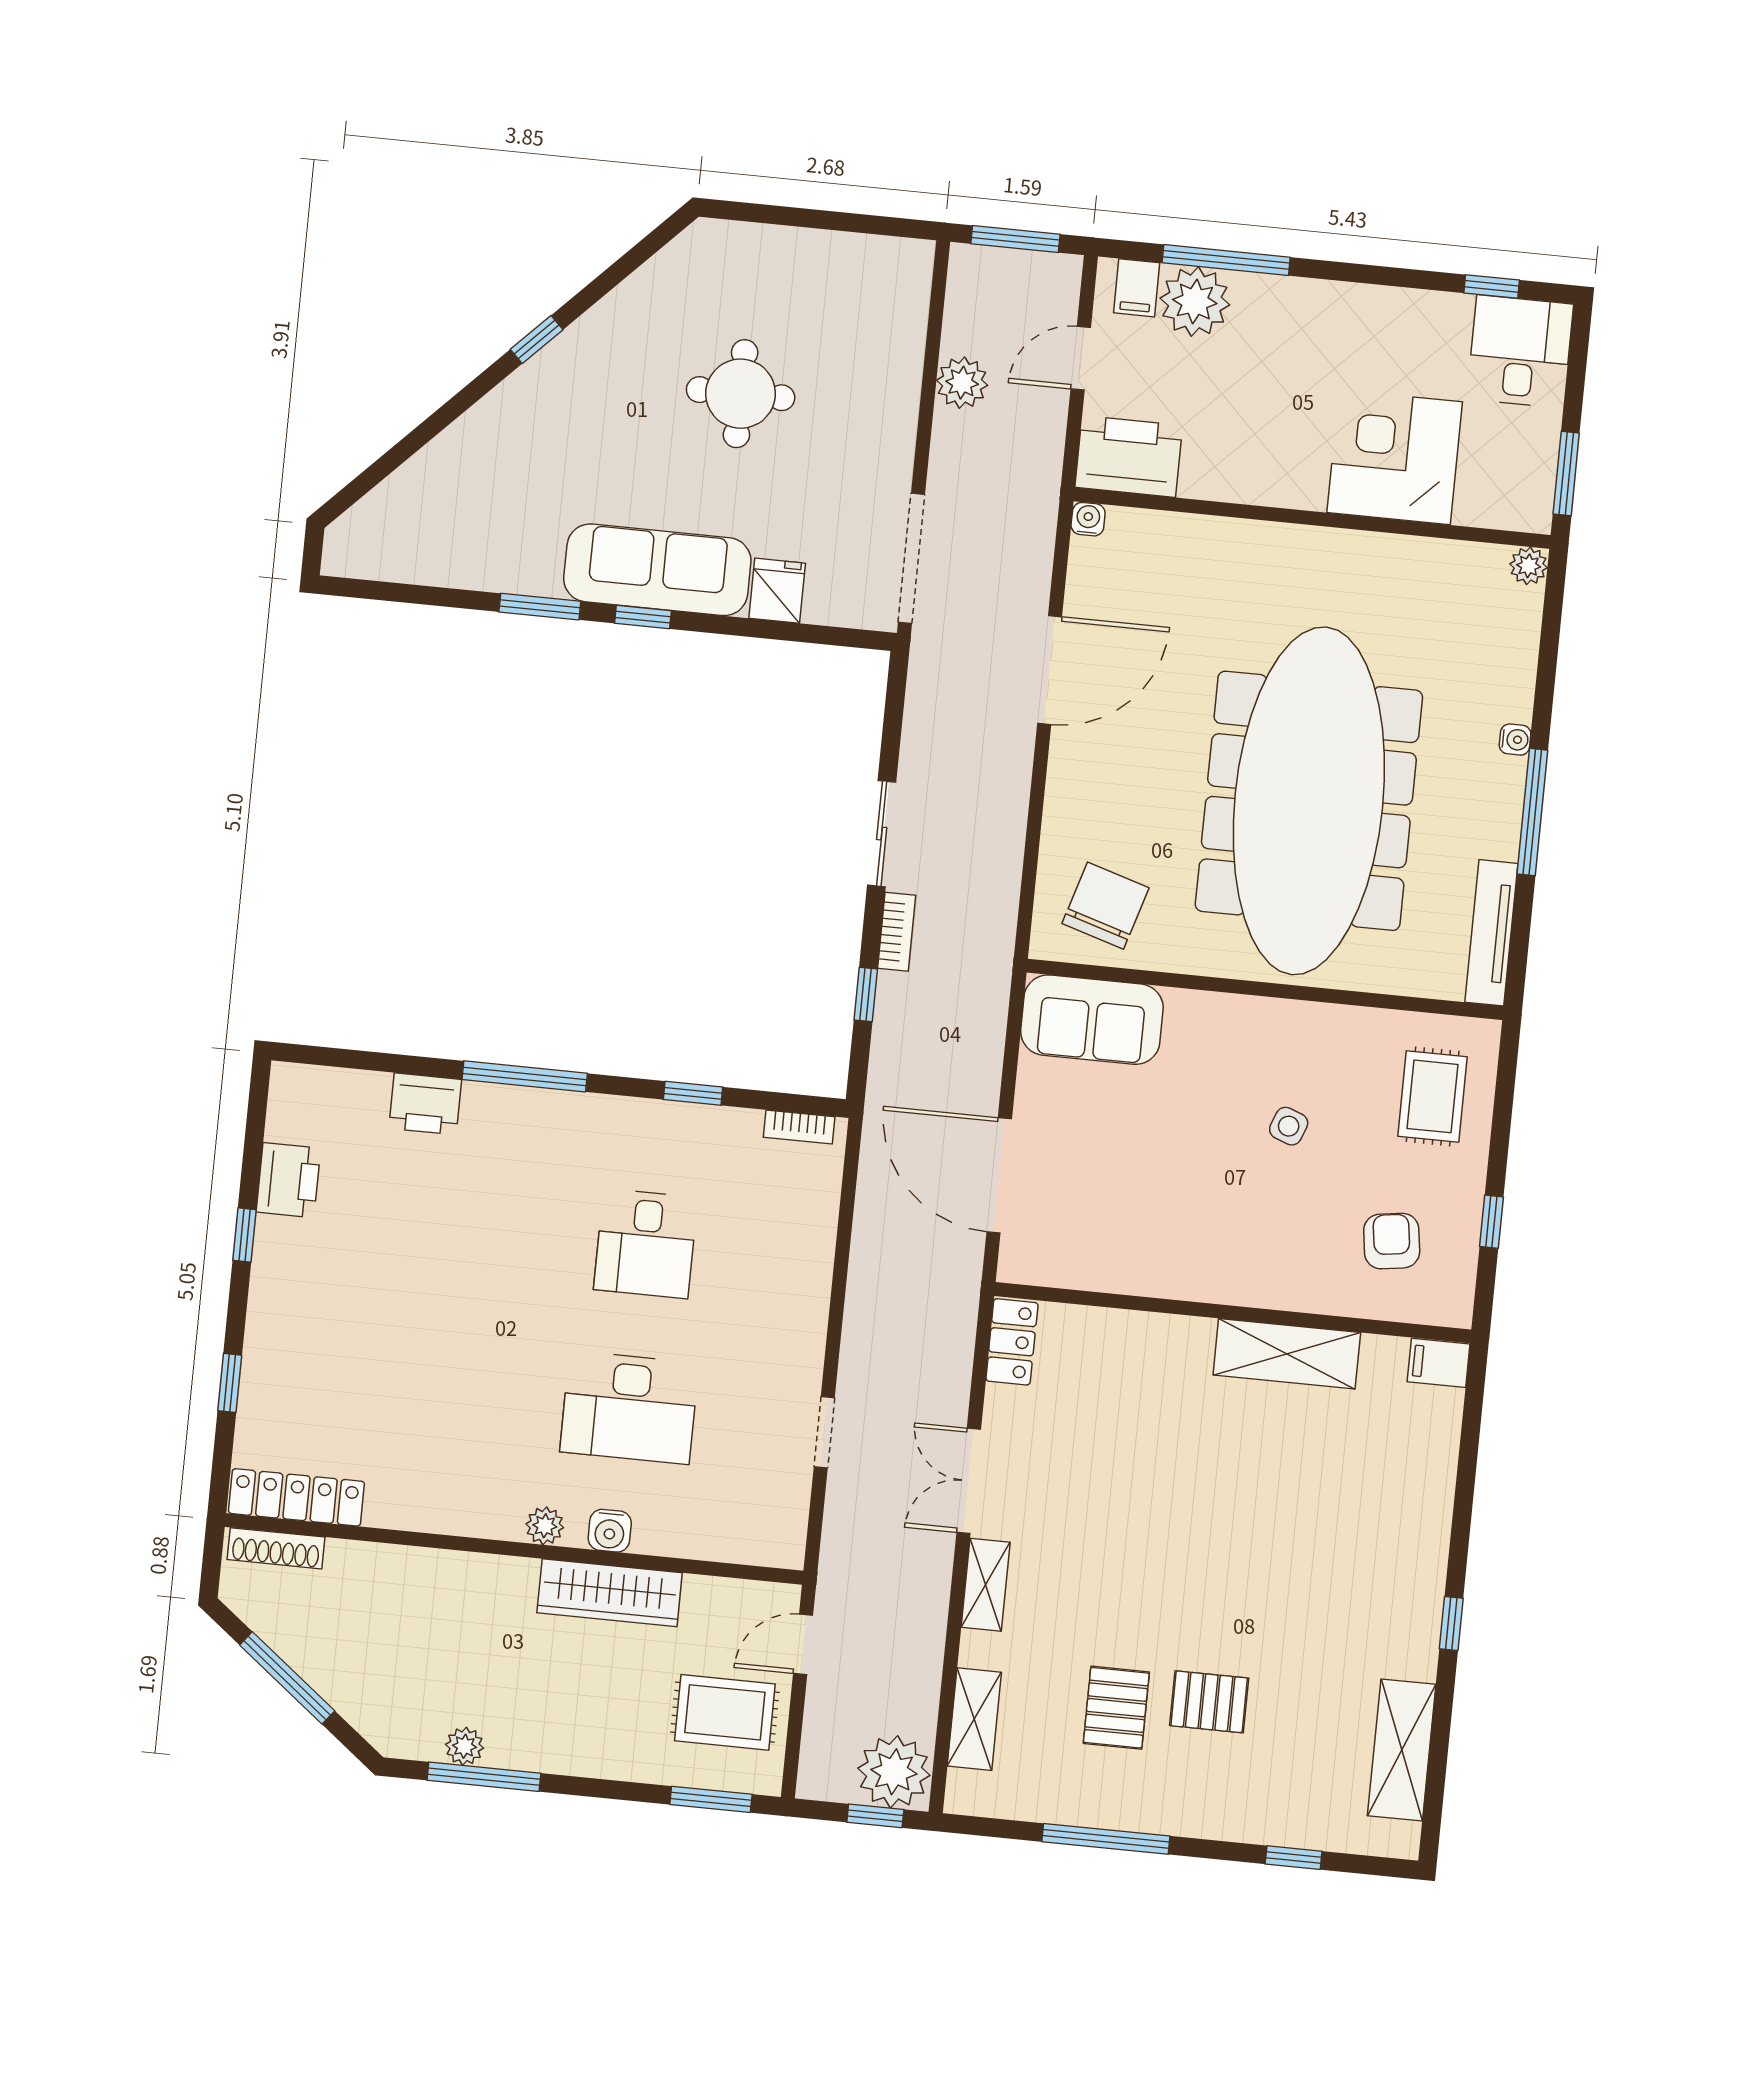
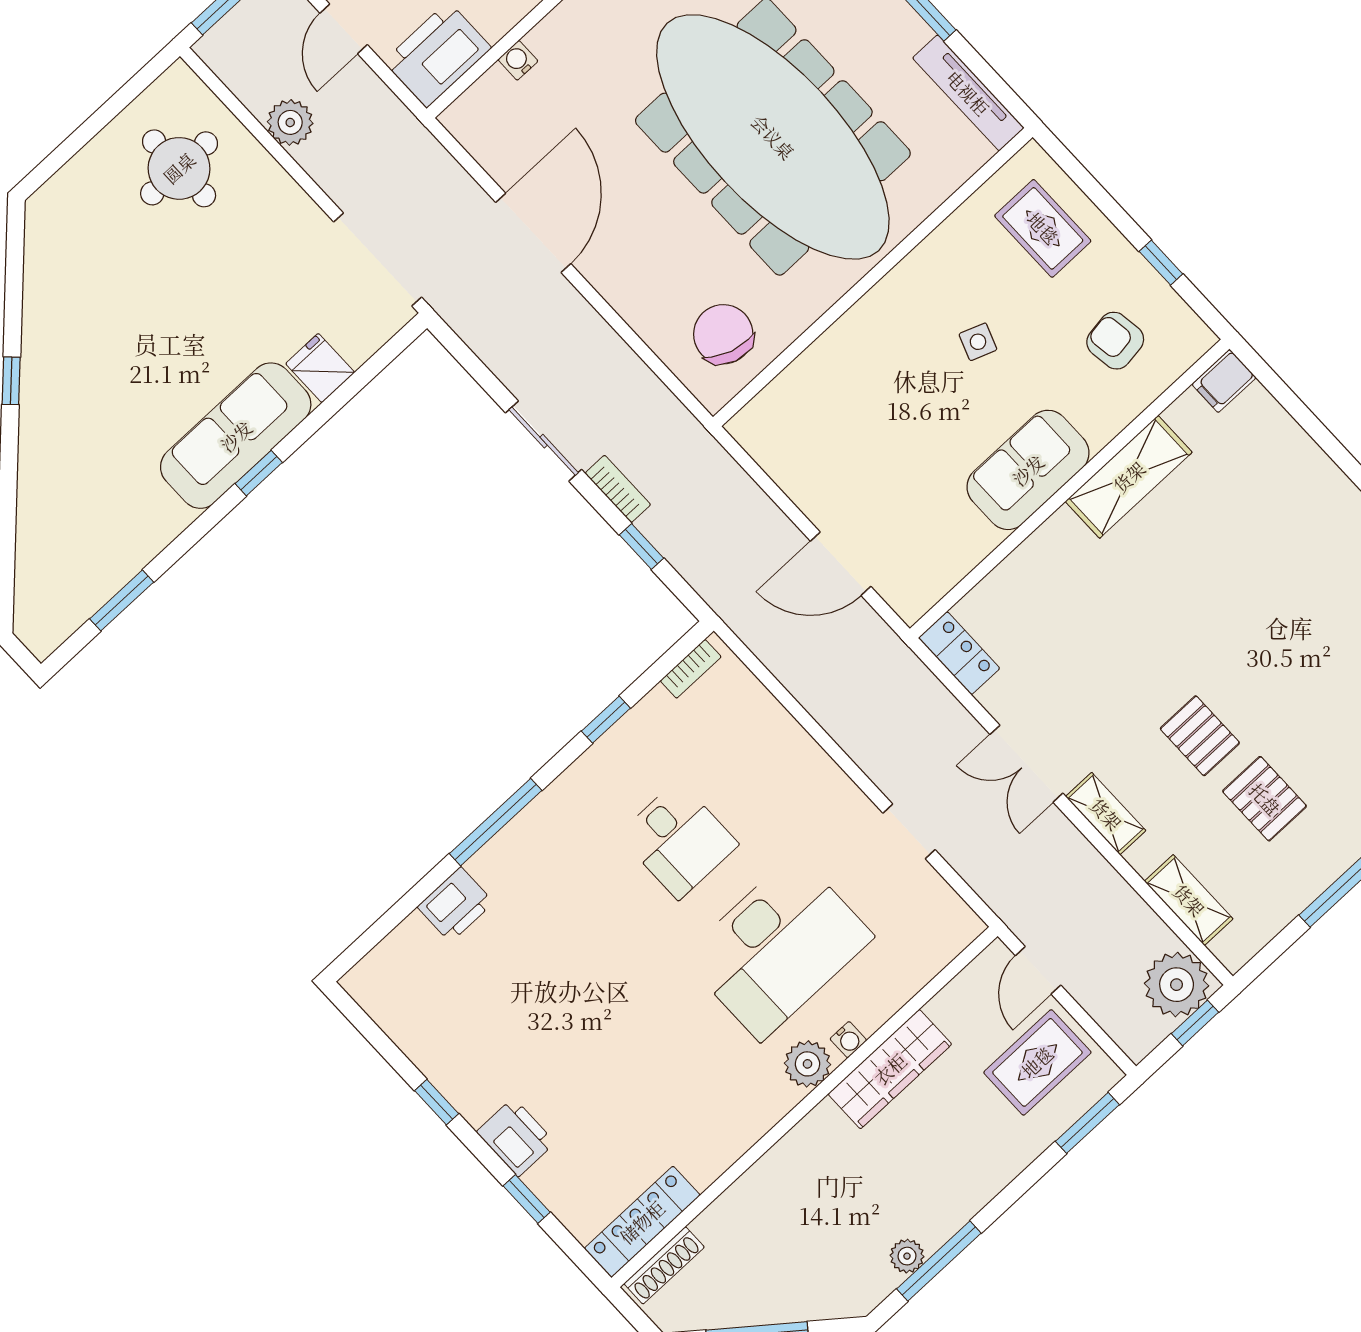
round table: (741, 394) -> (179, 168), moved
water cooler: (1088, 519) -> (518, 60), moved
window: (540, 607) -> (122, 600), moved
sofa: (1092, 1020) -> (1028, 470), moved, turned 180
door: (999, 1175) -> (841, 564), width x0.73
printer: (288, 1180) -> (516, 1137), moved
desk: (629, 1408) -> (778, 947), width x1.36, depth x1.30
plant: (545, 1526) -> (807, 1064), width x1.38, depth x1.38
water cooler: (610, 1531) -> (848, 1040), width x0.72, depth x0.72
pallet: (1209, 1702) -> (1200, 736), moved, turned 90

